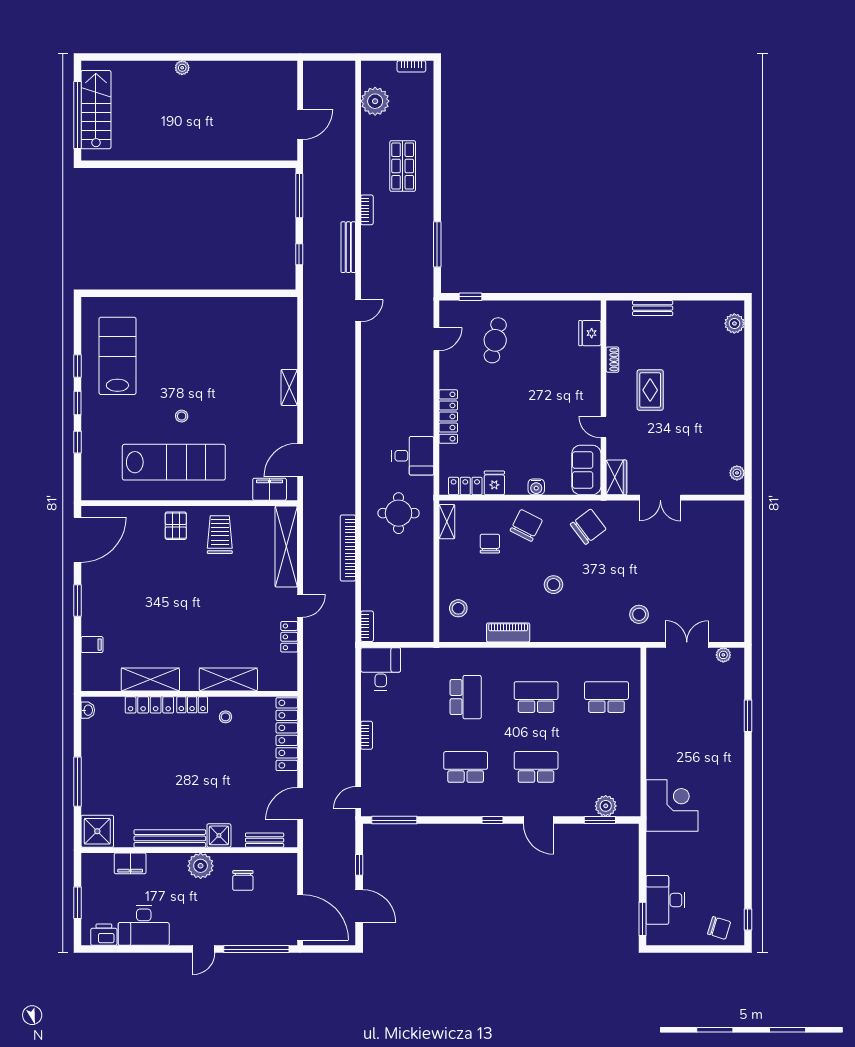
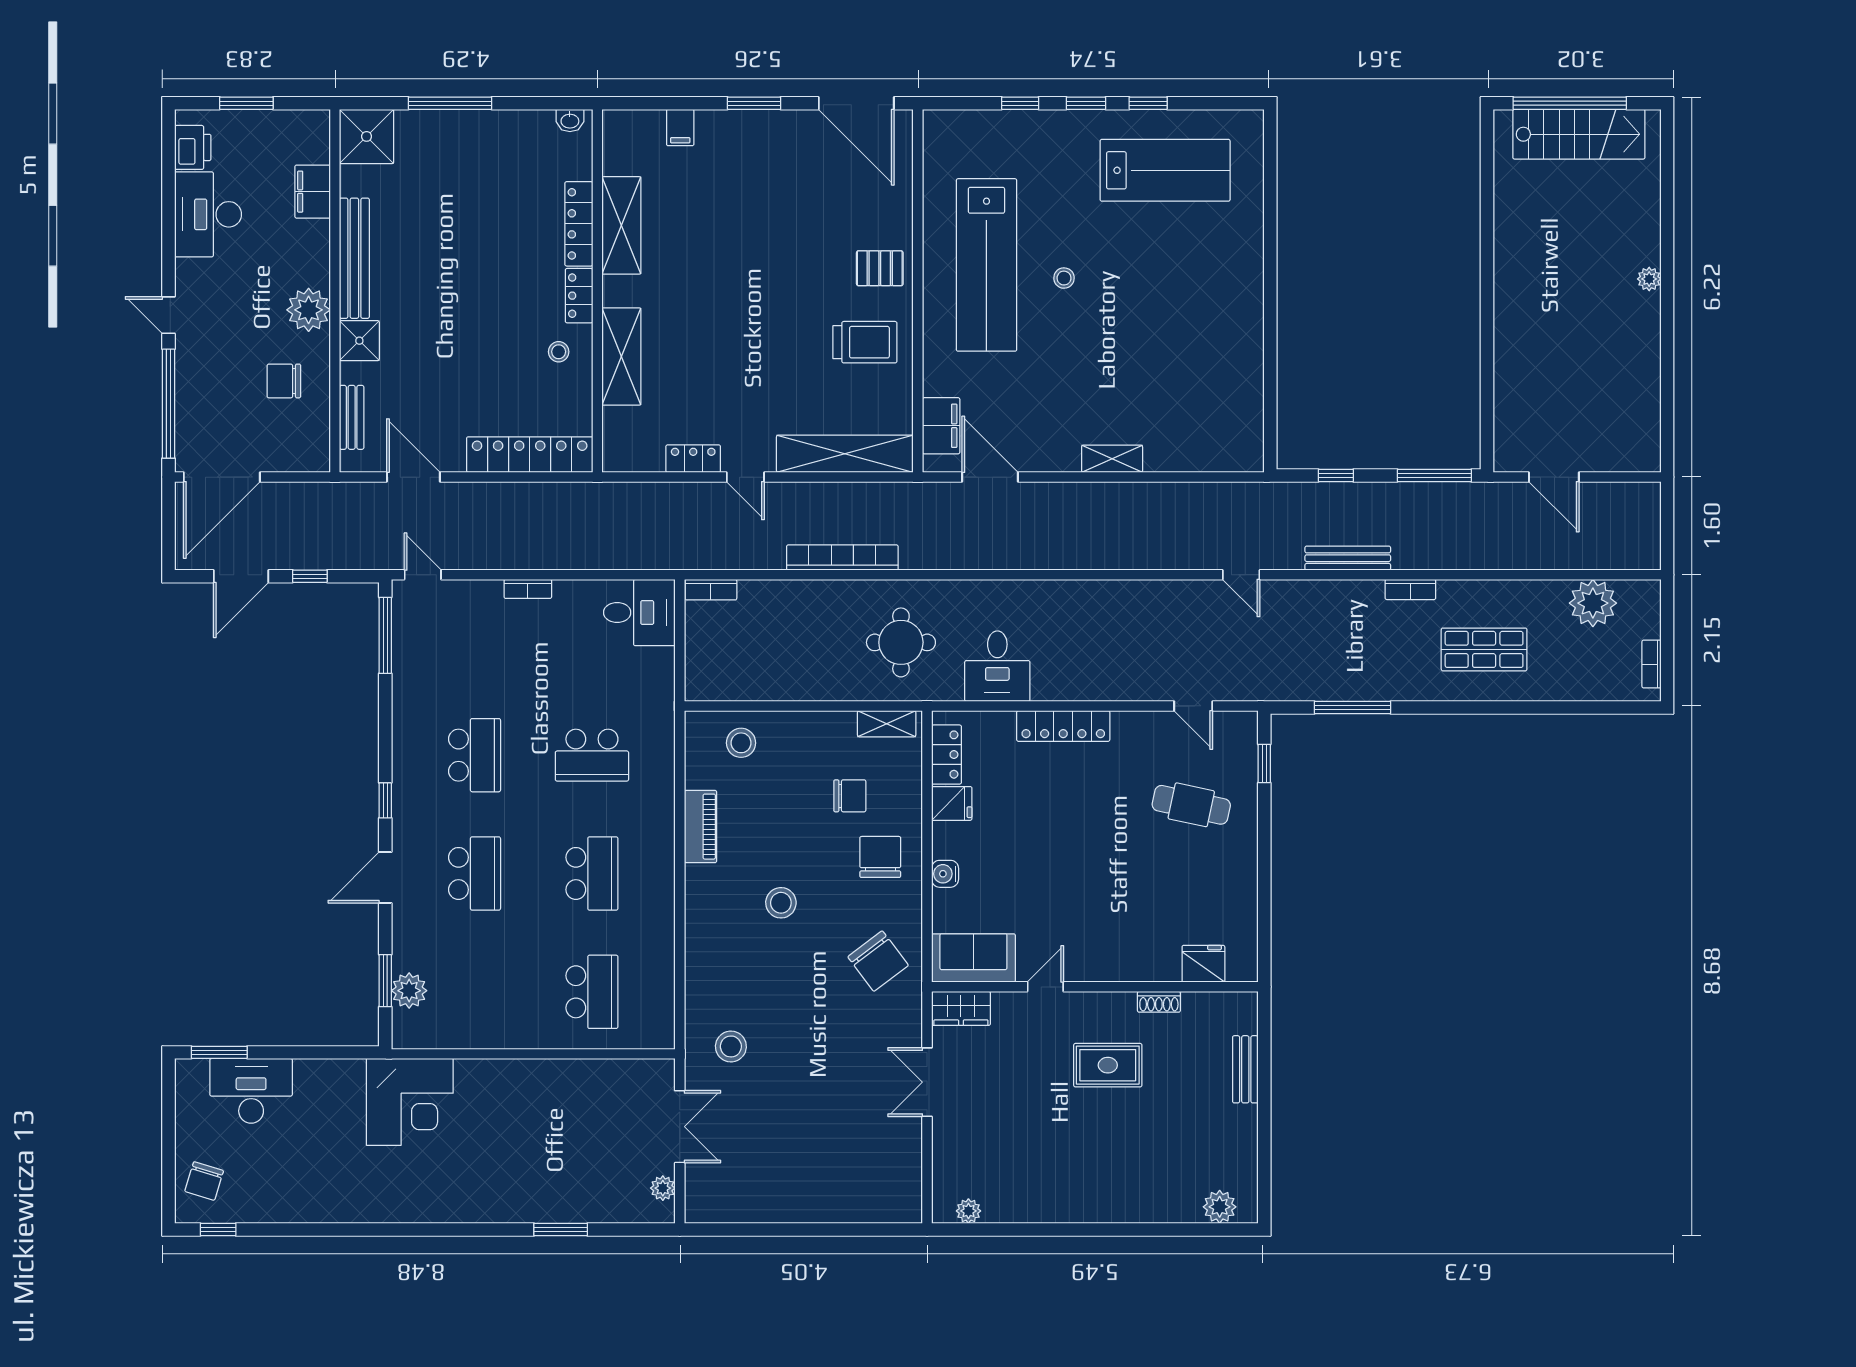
chair: (526, 525) -> (880, 857), turned -117

